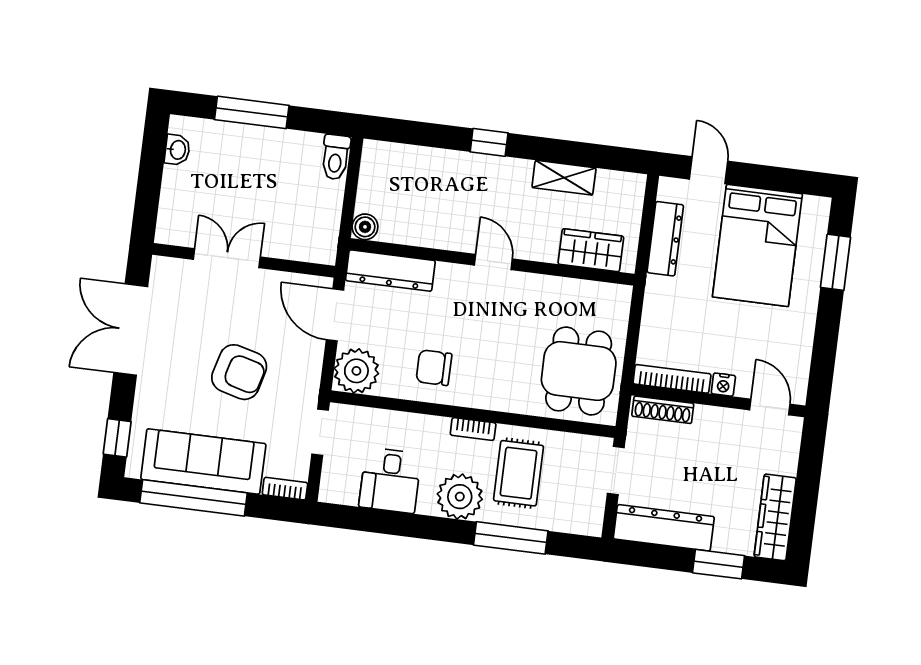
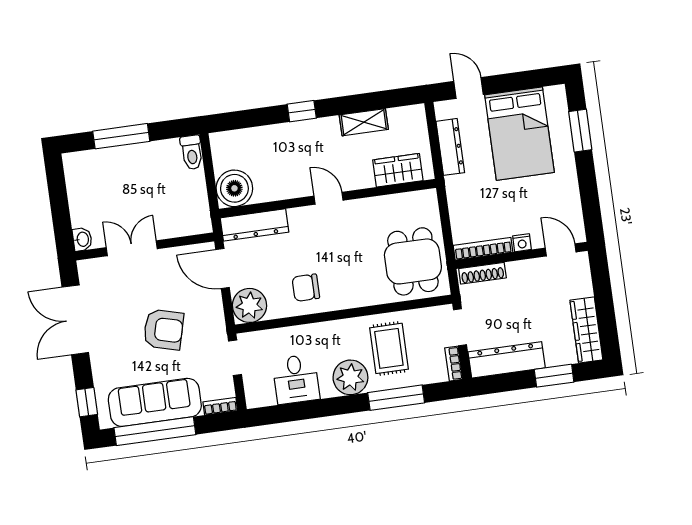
washbasin: (177, 150) -> (82, 239), moved
boiler: (365, 227) -> (234, 188), width x1.86, depth x1.86
bookcase: (473, 429) -> (454, 364), moved, turned 90

